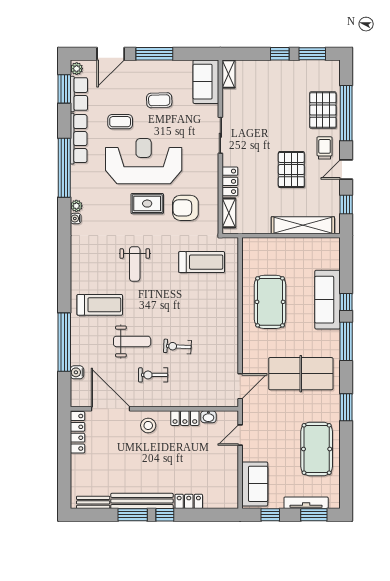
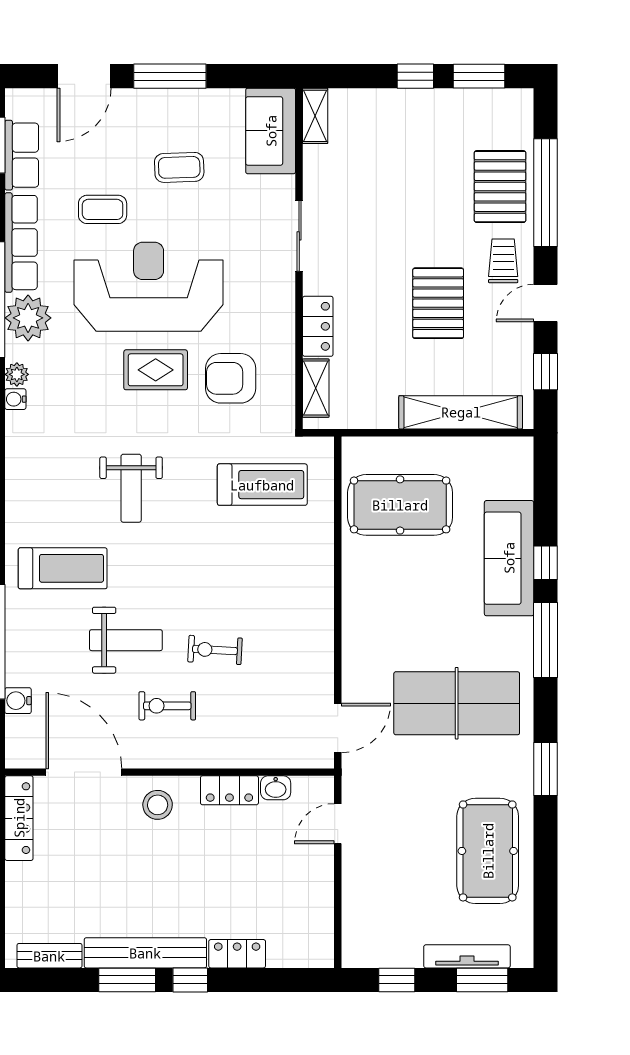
plant: (77, 69) -> (28, 318), moved, width x1.87, depth x1.87
pool table: (270, 302) -> (400, 505), moved, turned 90
sofa: (255, 484) -> (366, 919), removed

